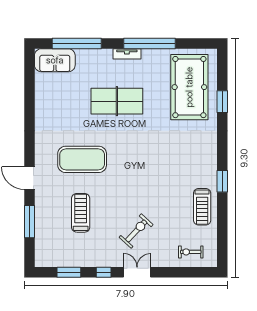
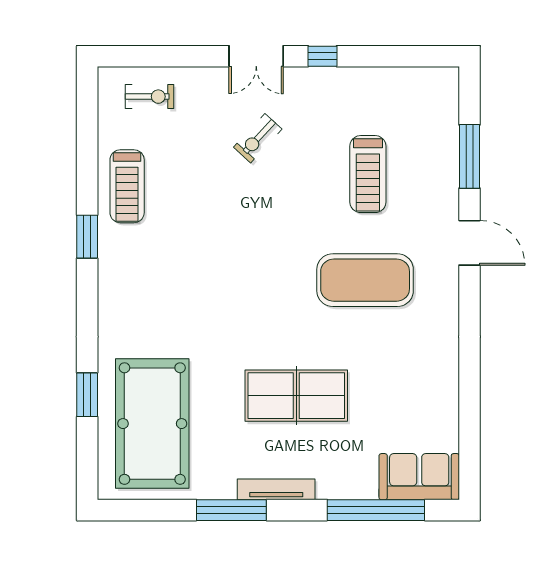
window: (150, 43) -> (231, 510), width x0.68
tv unit: (127, 54) -> (276, 489), width x1.41
treadmill: (202, 207) -> (127, 186), turned 180
exercise bike: (136, 231) -> (258, 138), width x0.73, depth x0.72
window: (69, 272) -> (391, 56), removed

